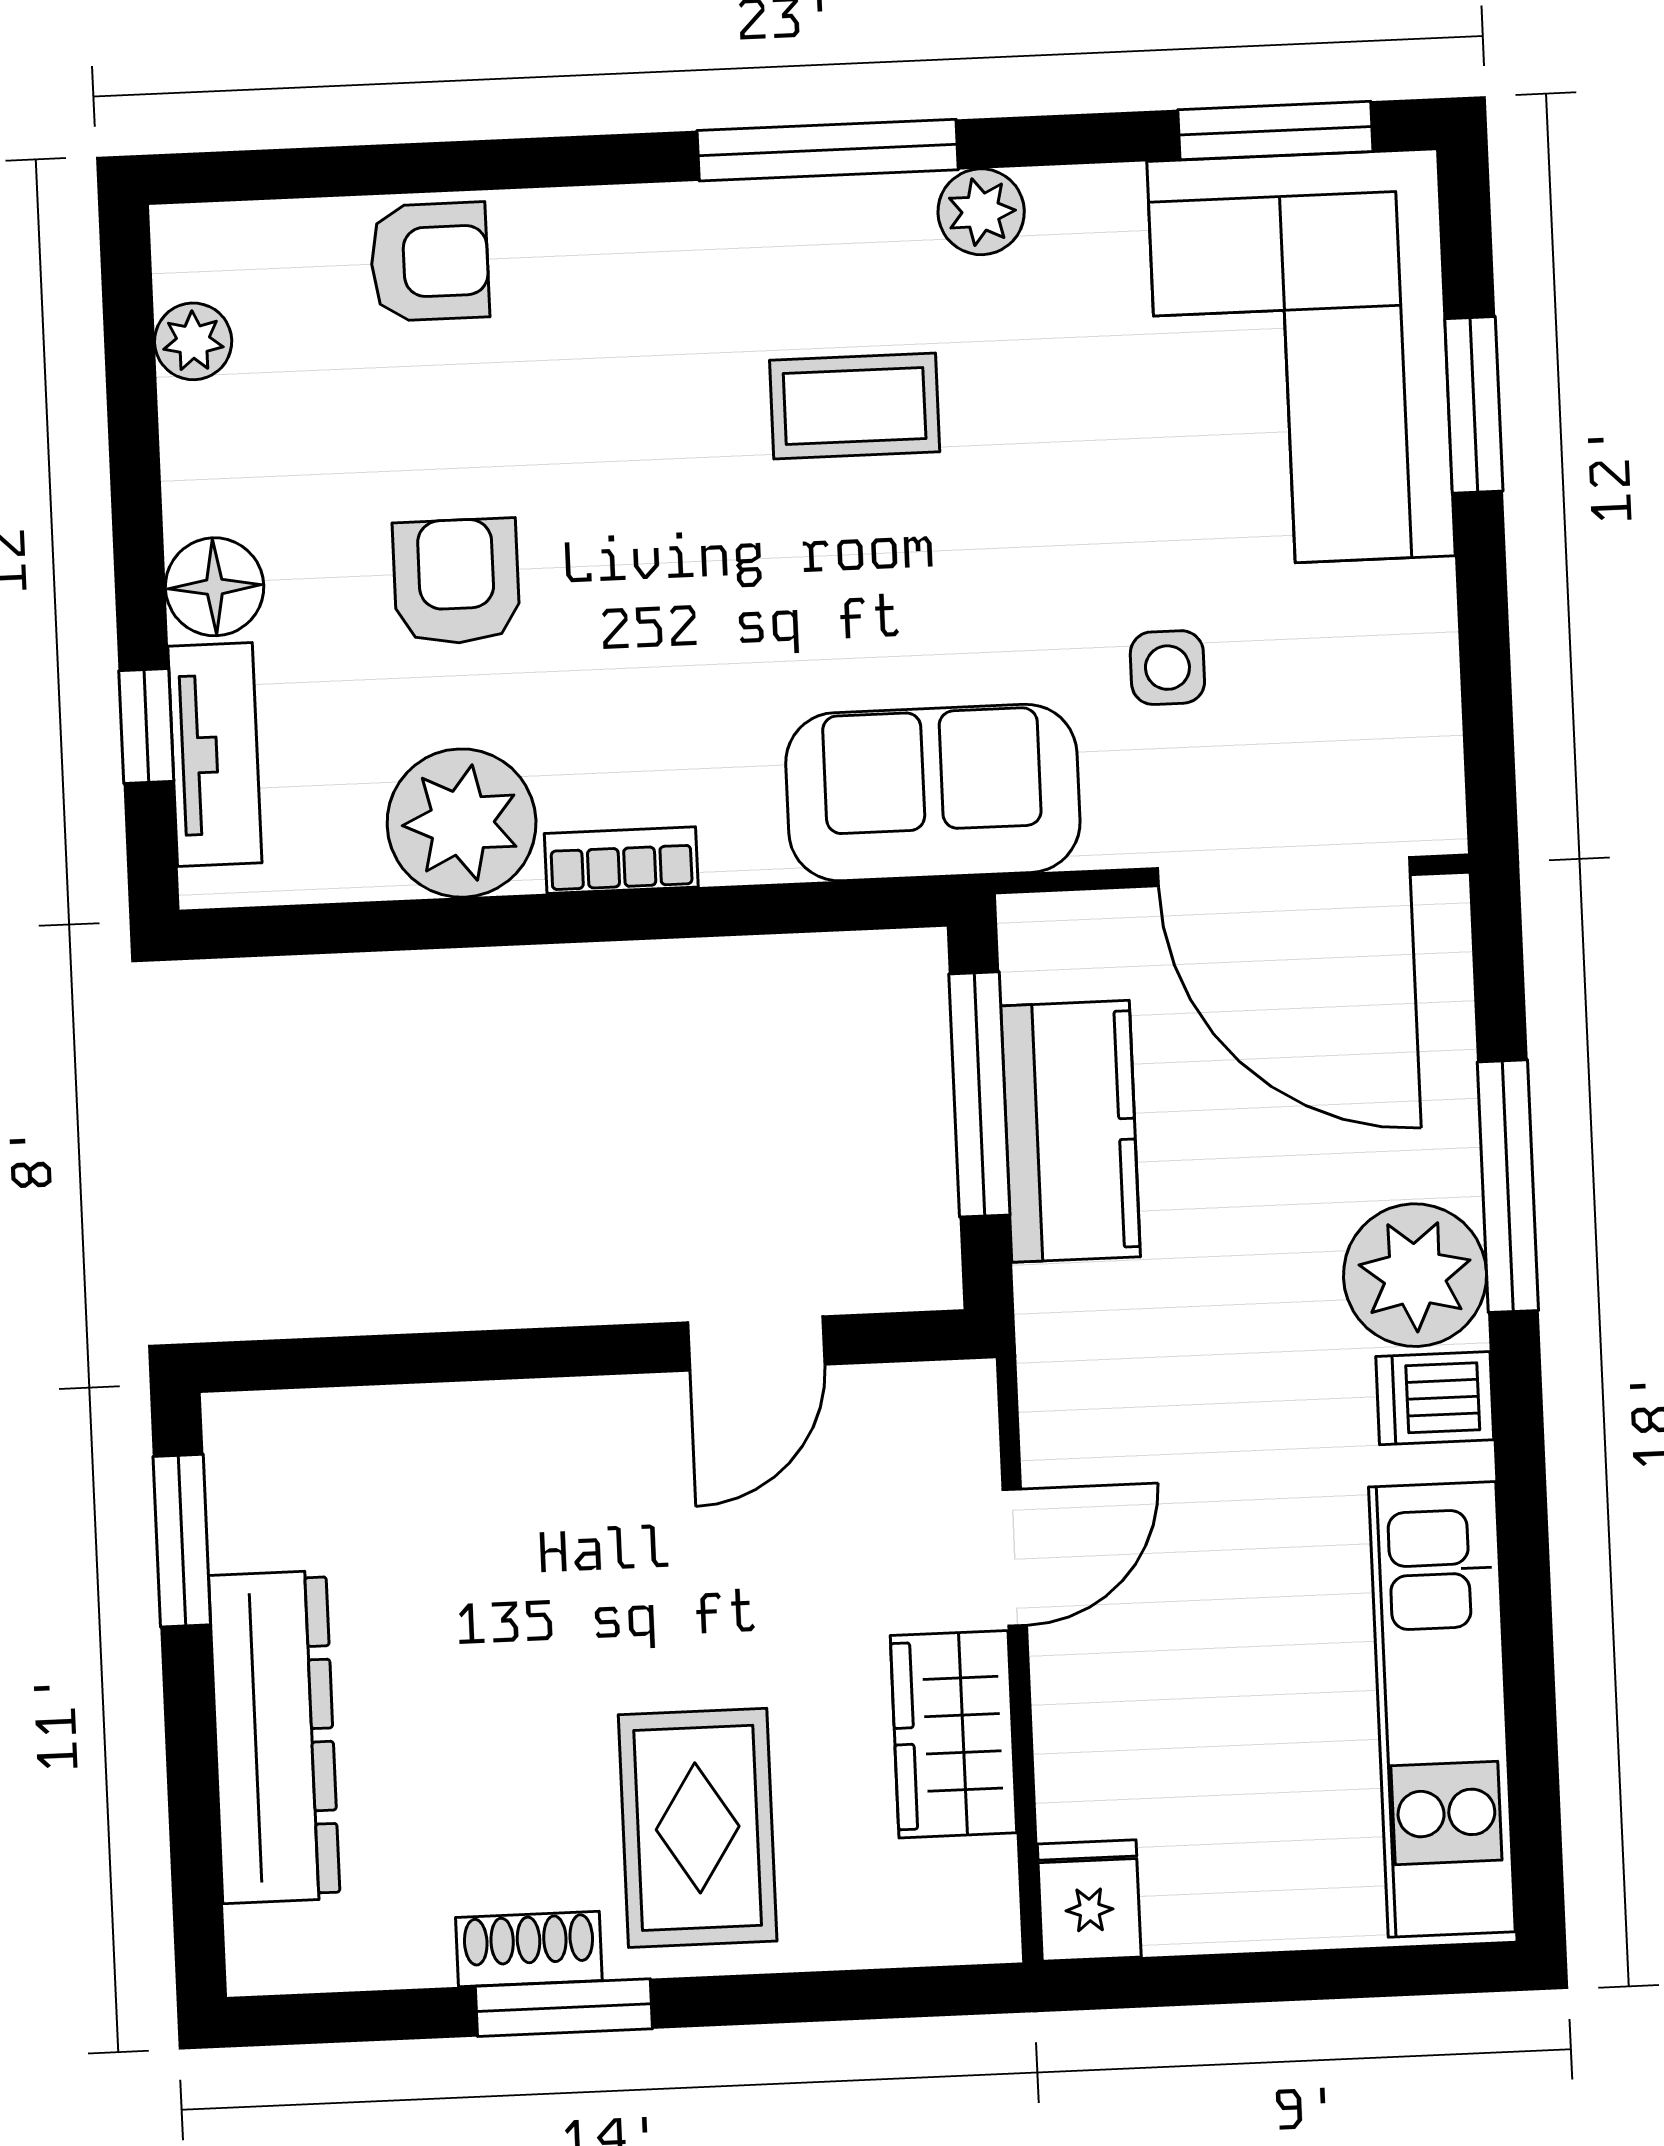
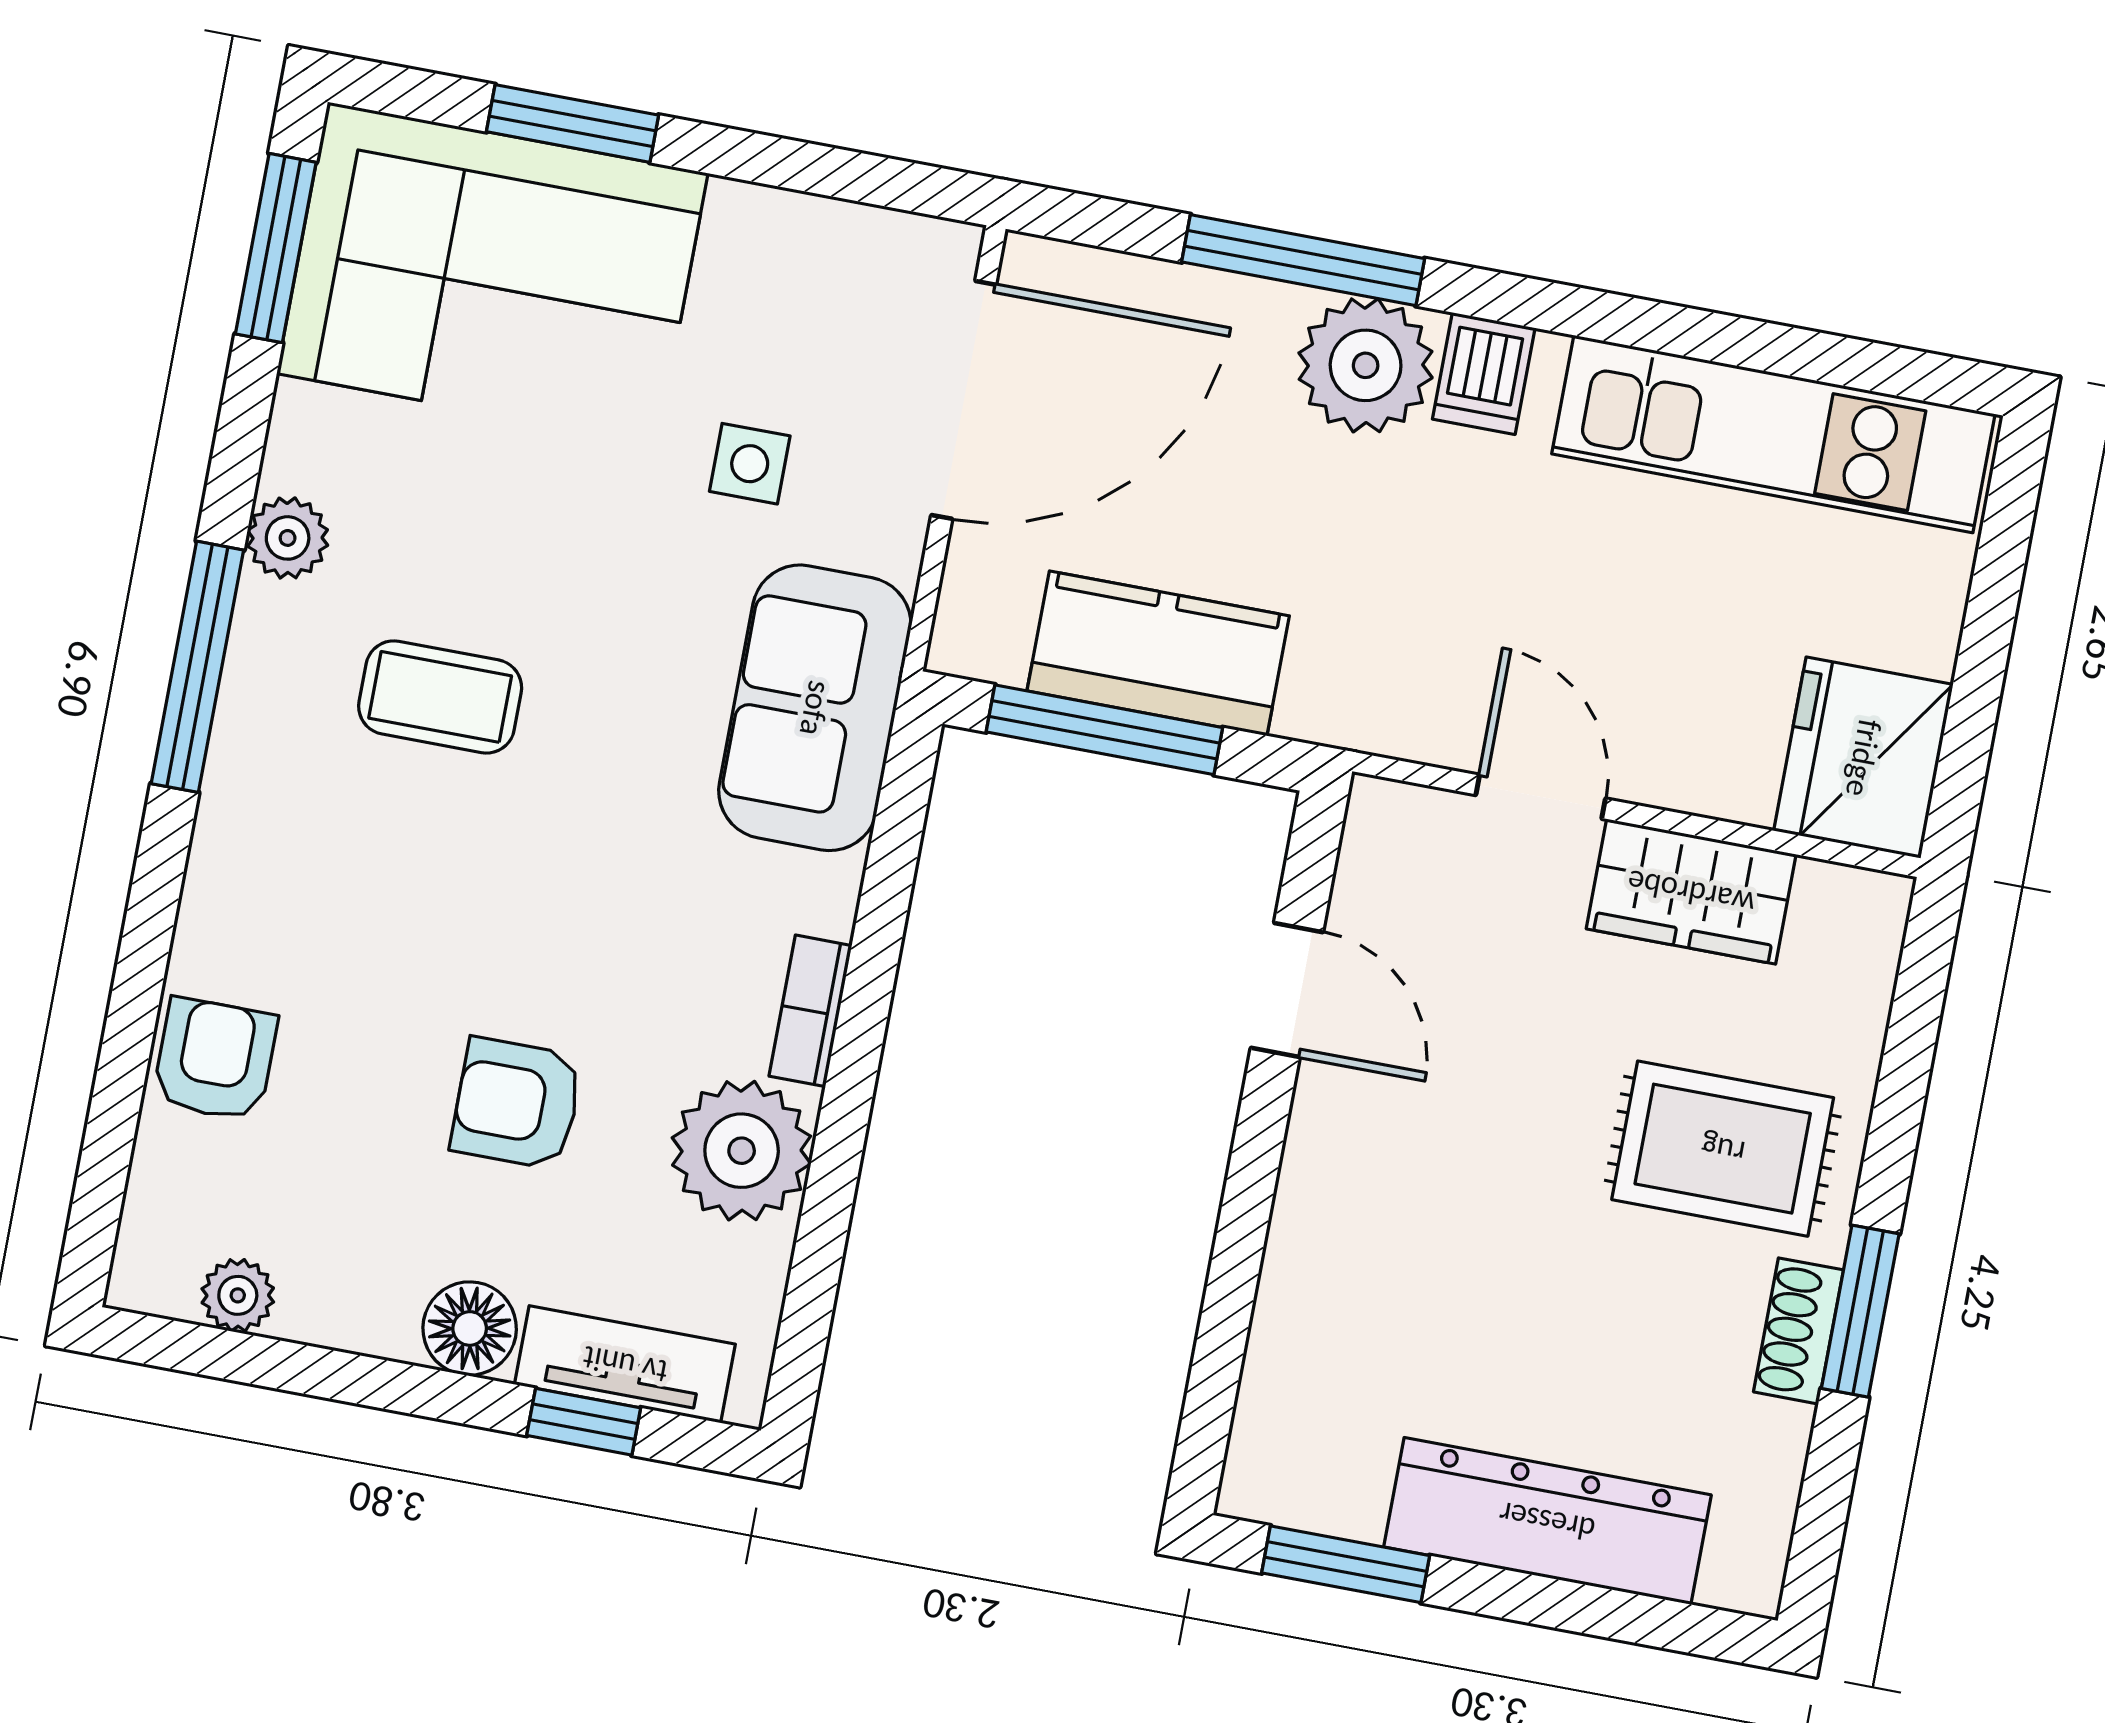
coffee table: (855, 406) -> (440, 697), turned 90
fridge: (1089, 1900) -> (1863, 758), width x1.88, depth x1.34

